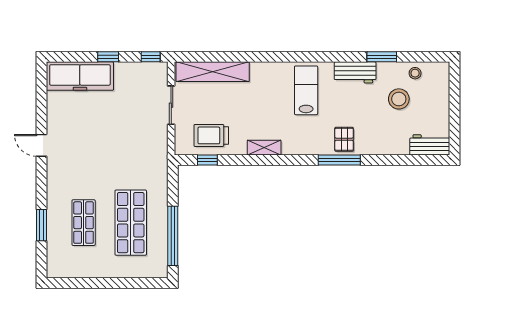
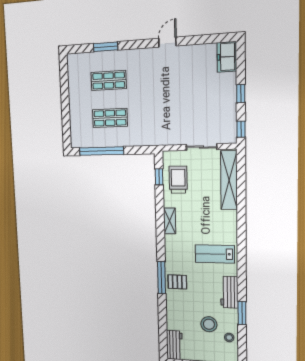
freezer: (80, 76) -> (227, 57), width x0.52, depth x0.79
lab bench: (306, 90) -> (215, 254), turned 180
shop shelf: (131, 223) -> (110, 118), width x0.70, depth x0.74

